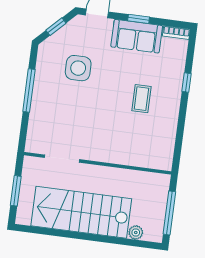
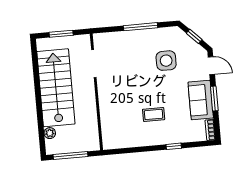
window: (139, 19) -> (214, 99), width x1.50

